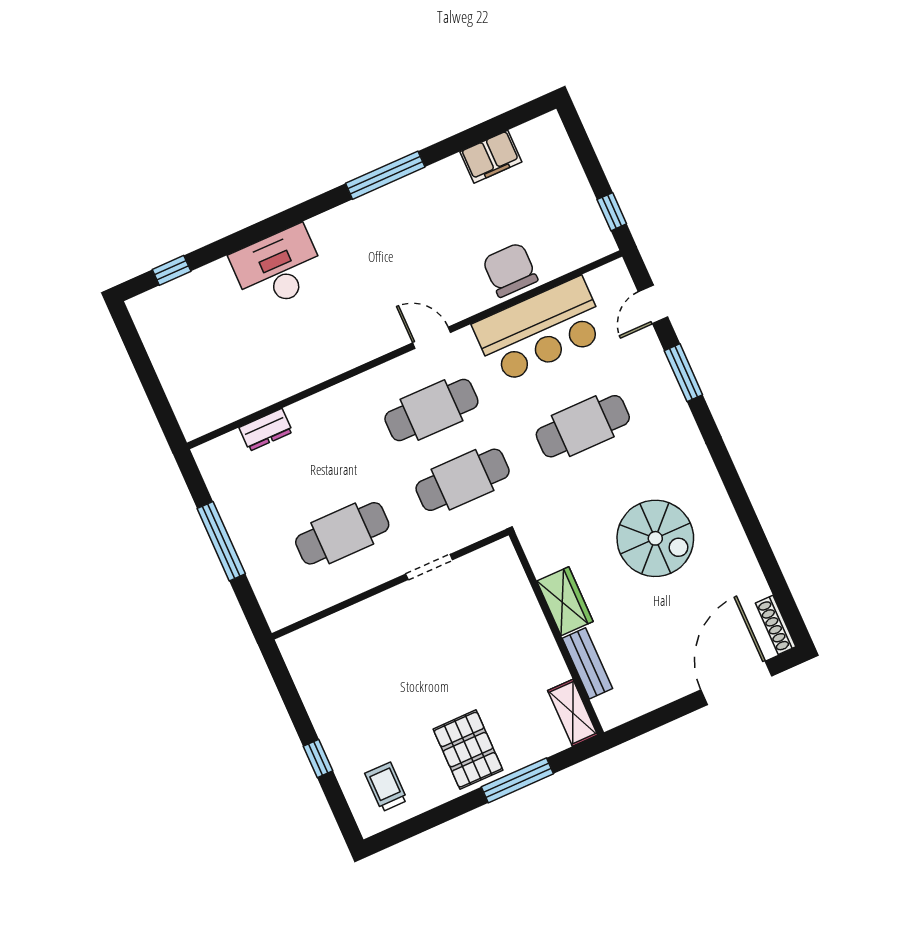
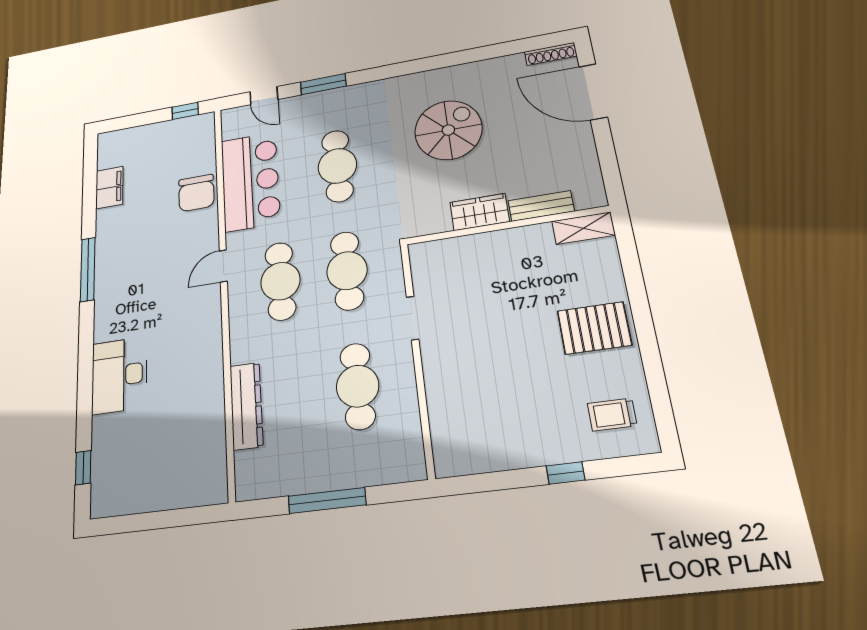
chair: (510, 270) -> (196, 193), turned -90
dresser: (266, 430) -> (246, 406), width x1.96, depth x1.24
window: (517, 780) -> (636, 291), removed

